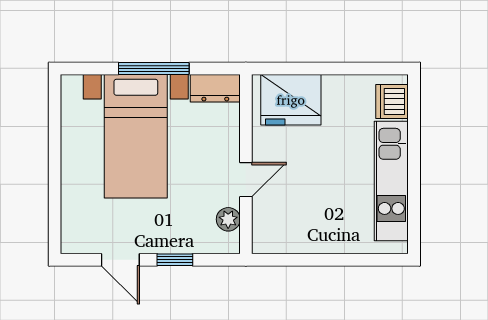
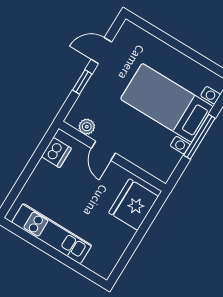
dresser: (215, 88) -> (167, 165), removed
dishwasher: (392, 102) -> (56, 153), moved, turned 90

